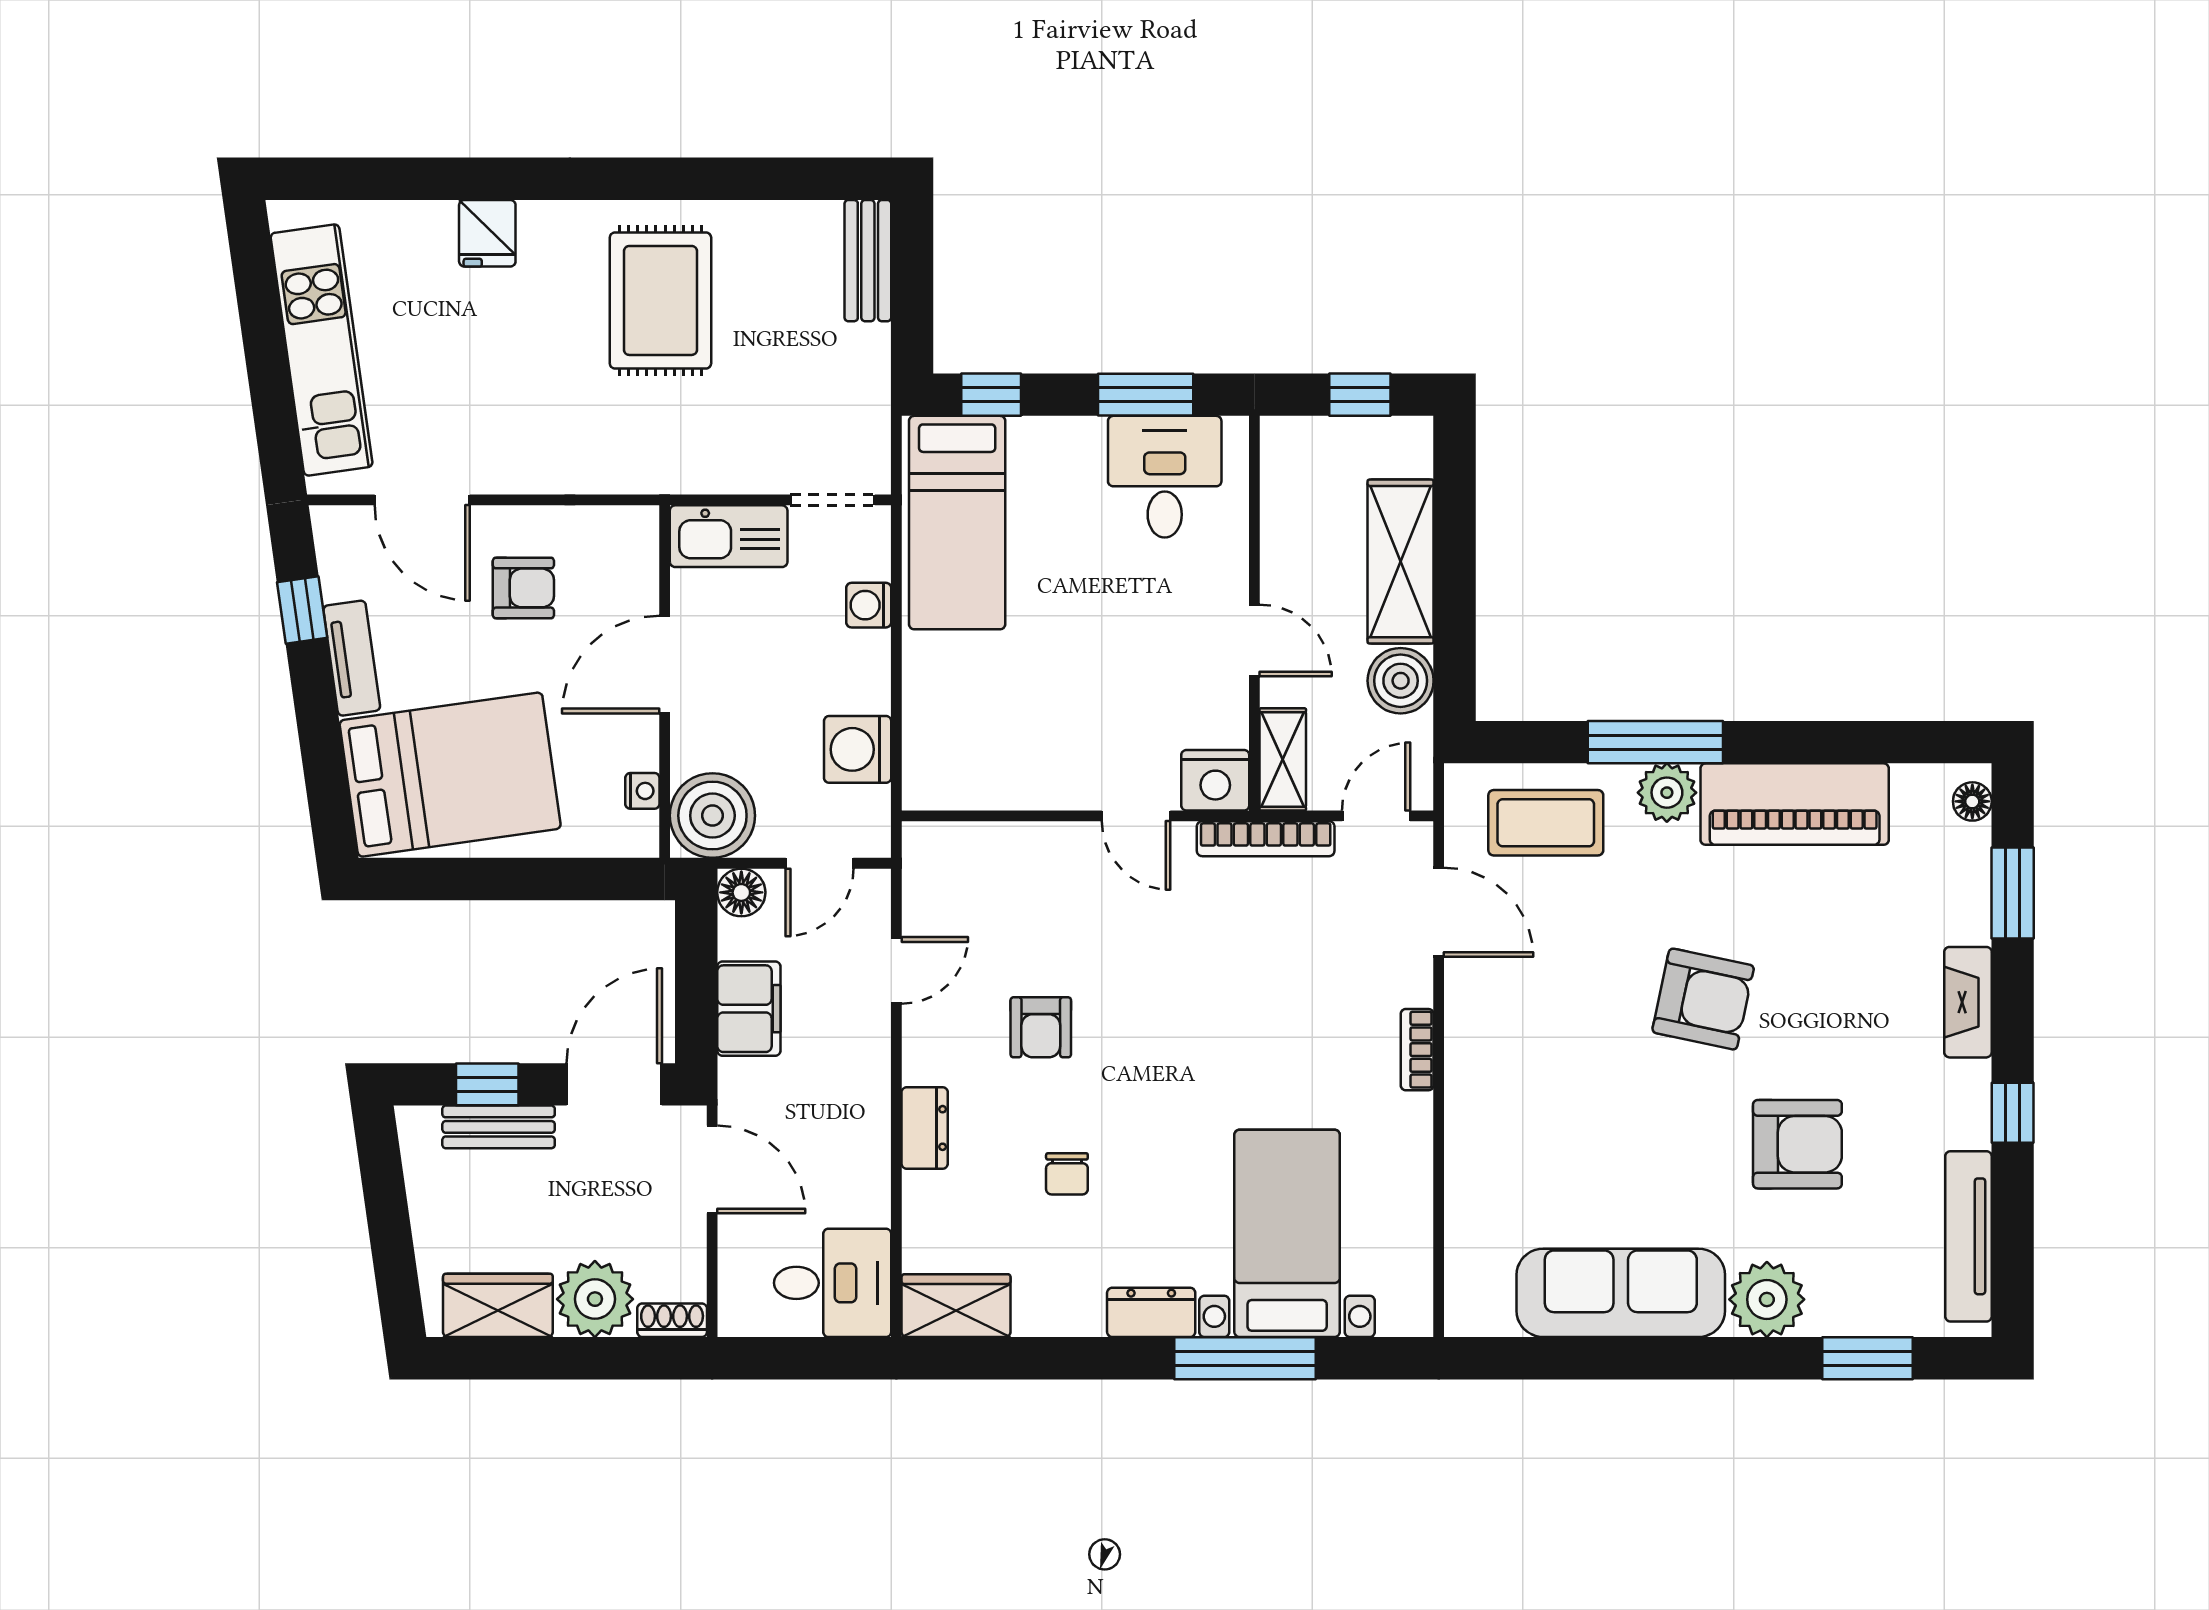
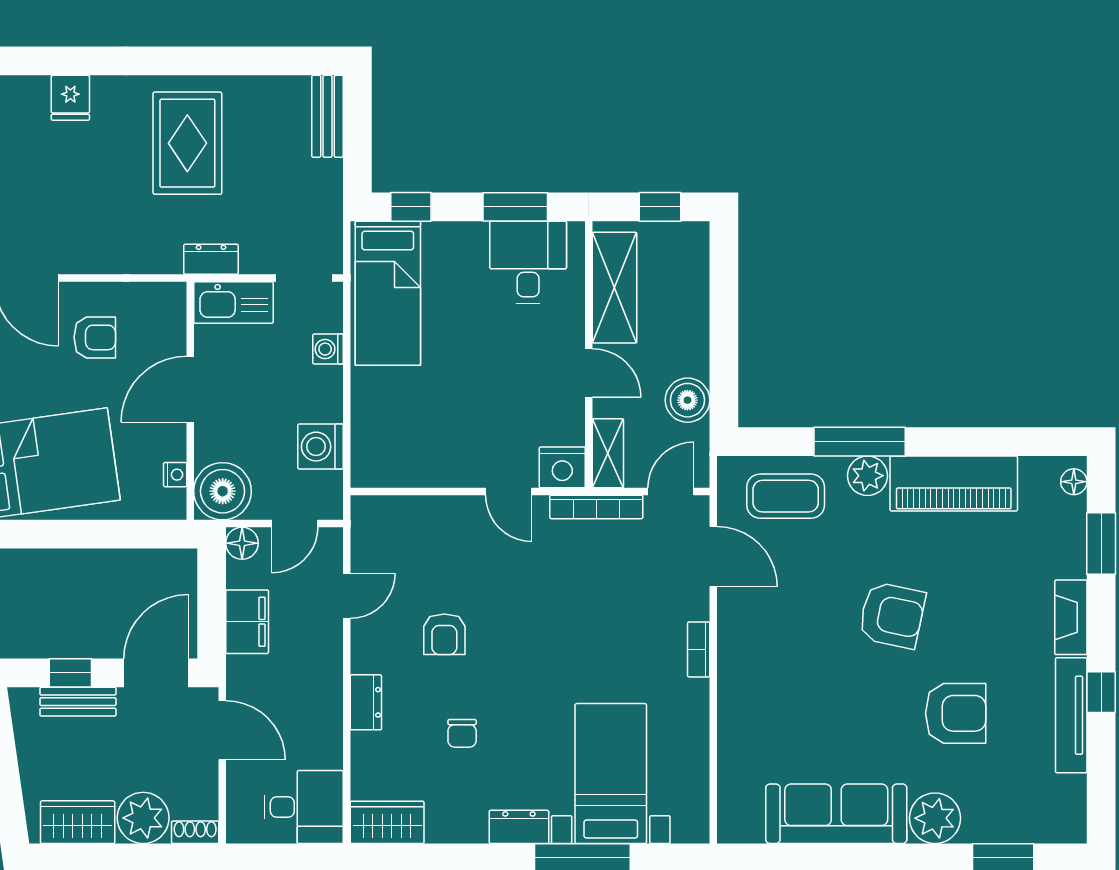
dresser: (695, 472) -> (211, 259), added
shelving: (1401, 562) -> (614, 288), moved
tv unit: (1968, 1236) -> (1071, 715), moved

